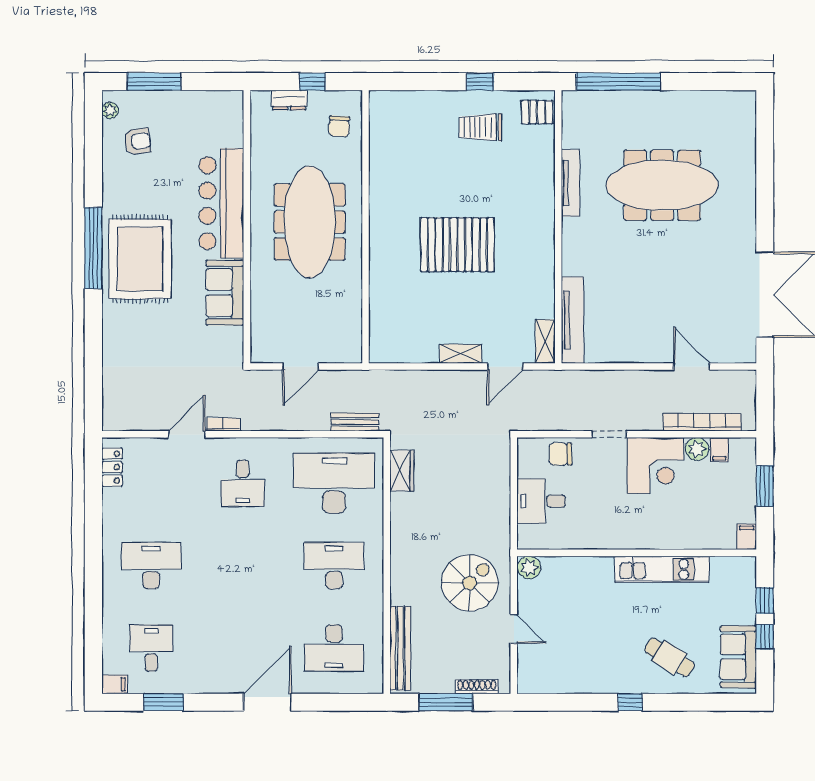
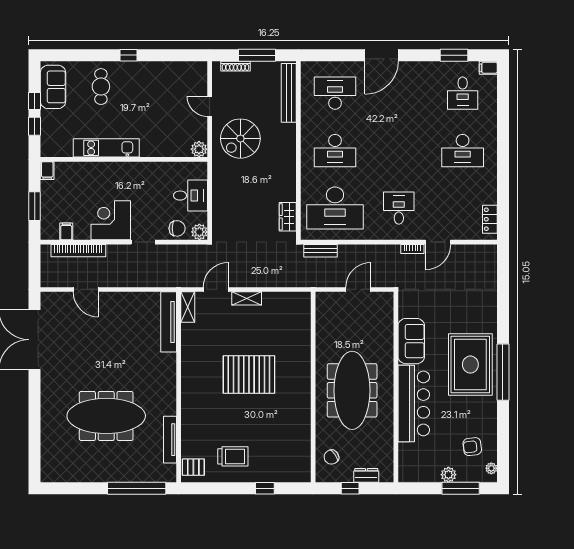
window: (480, 82) -> (265, 488), moved
plant: (171, 101) -> (448, 475), added
chair: (339, 126) -> (331, 457), turned -128
tv unit: (571, 183) -> (170, 440), moved
plant: (697, 449) -> (199, 232), moved
cafe table: (670, 657) -> (101, 87), turned 58

